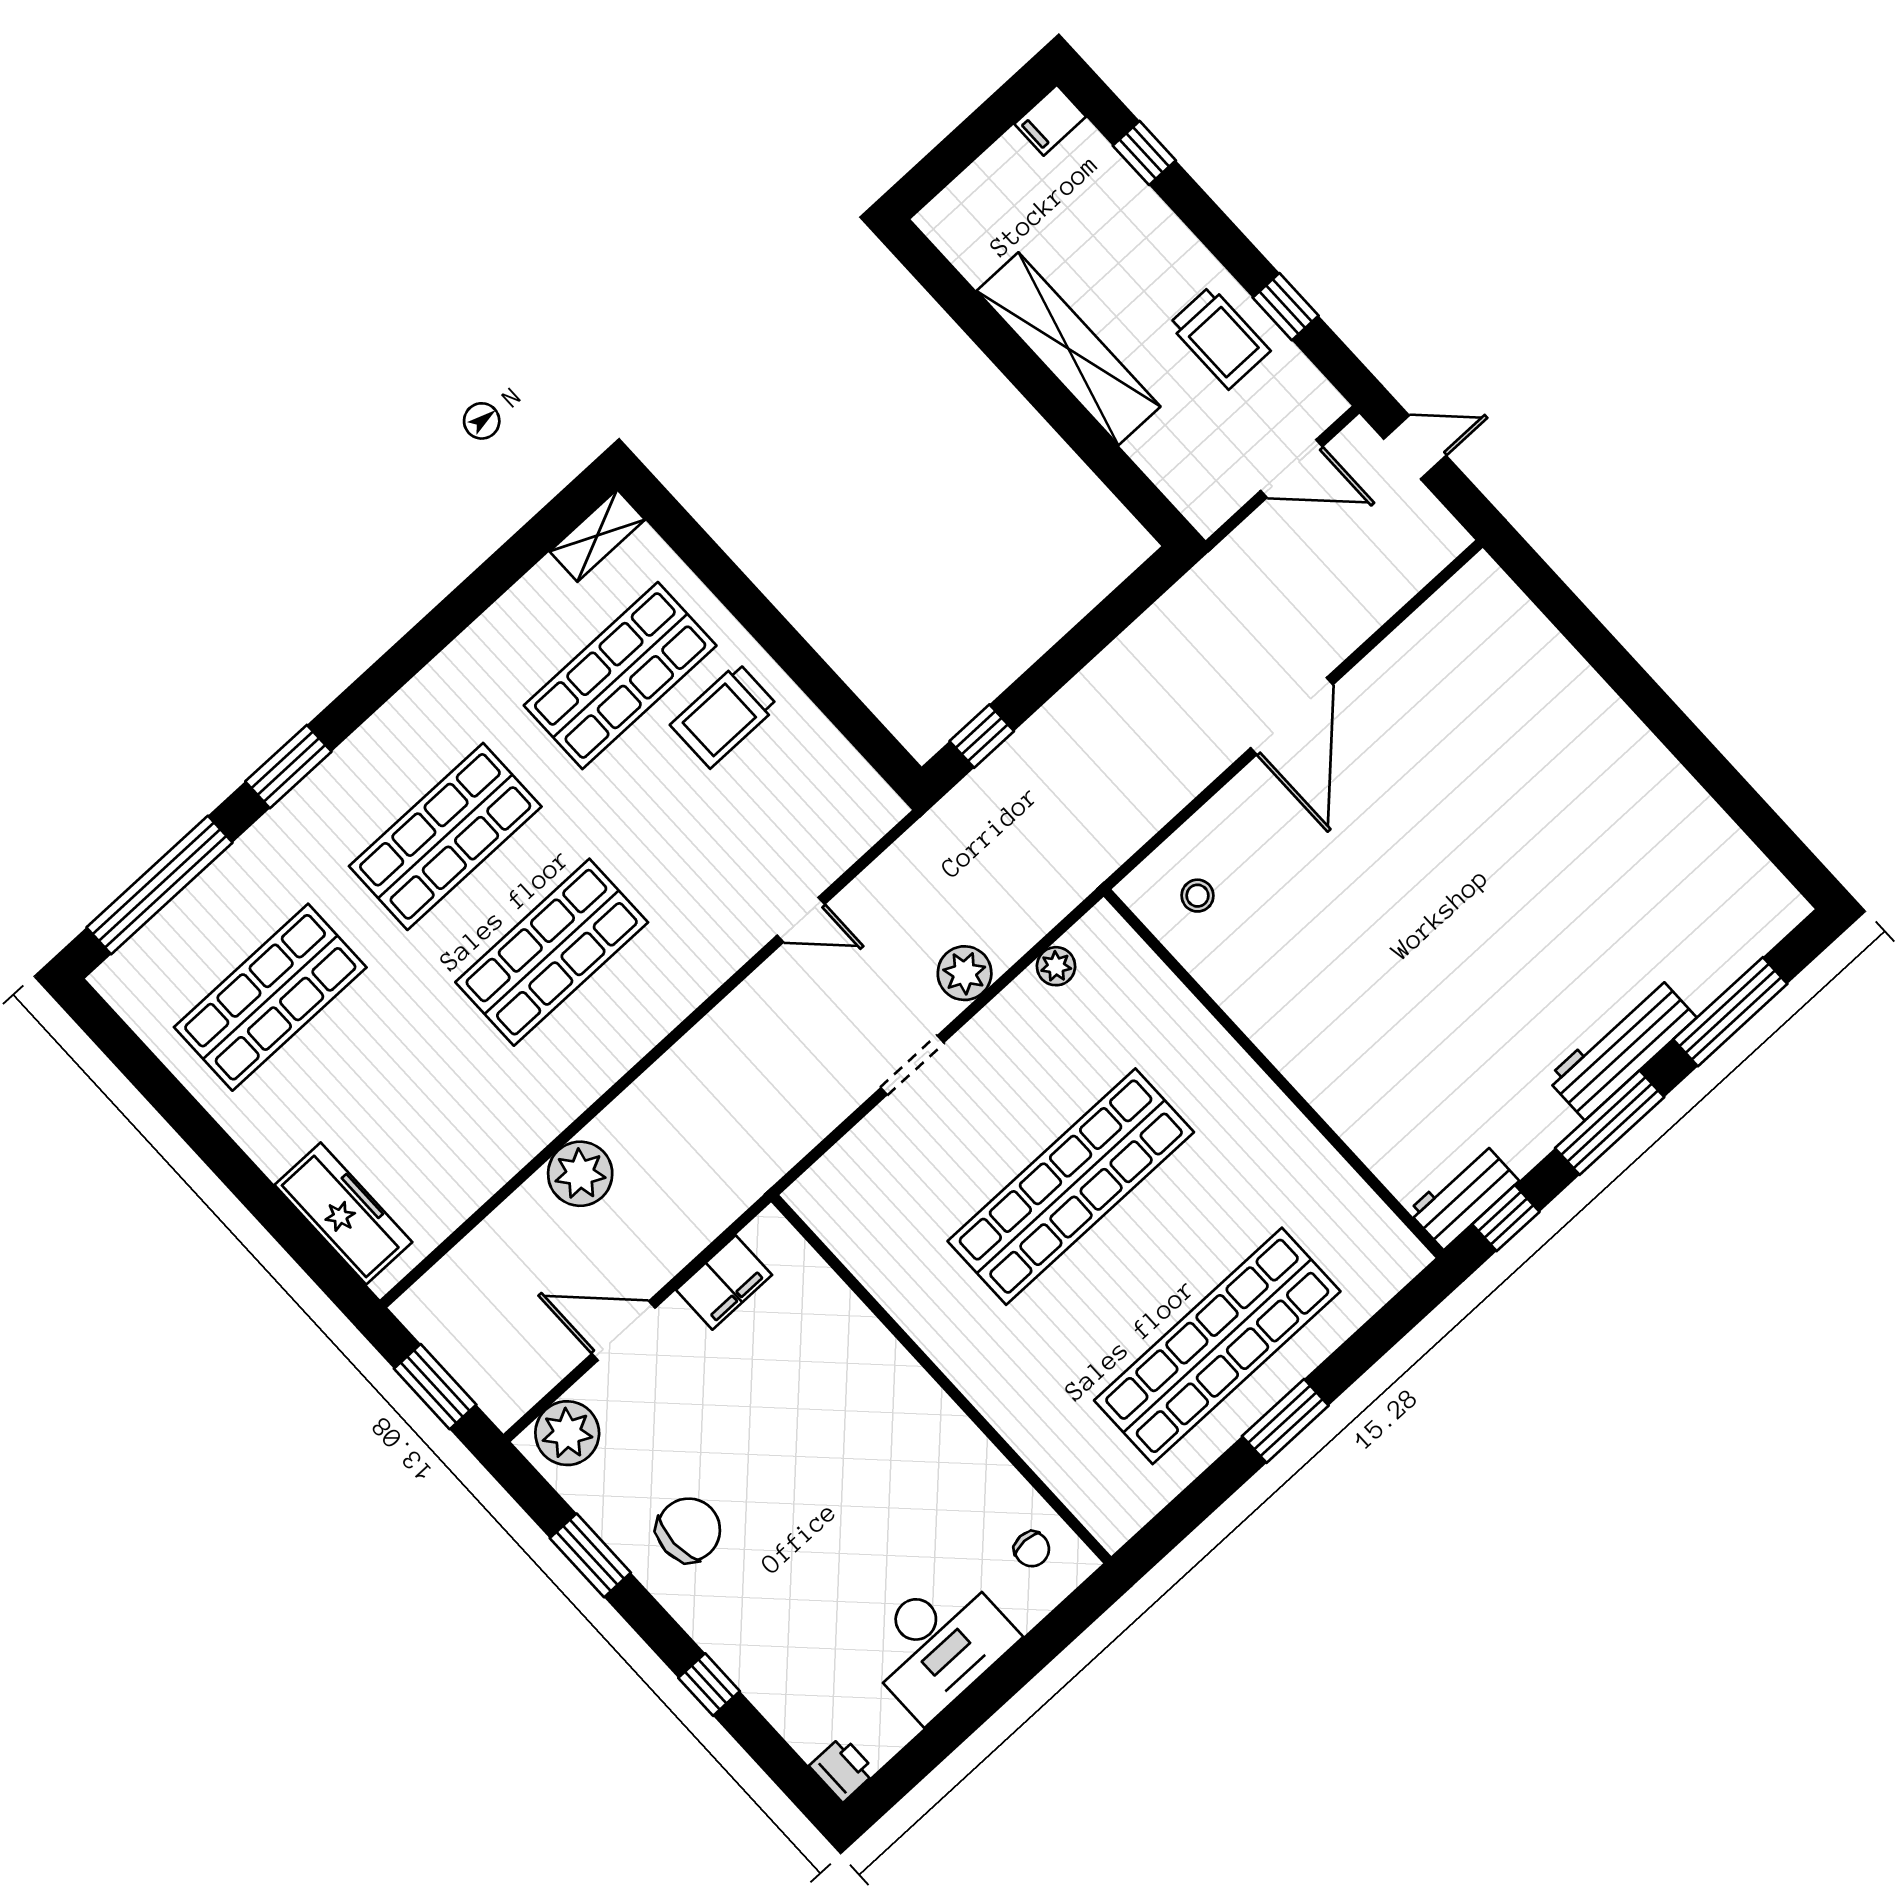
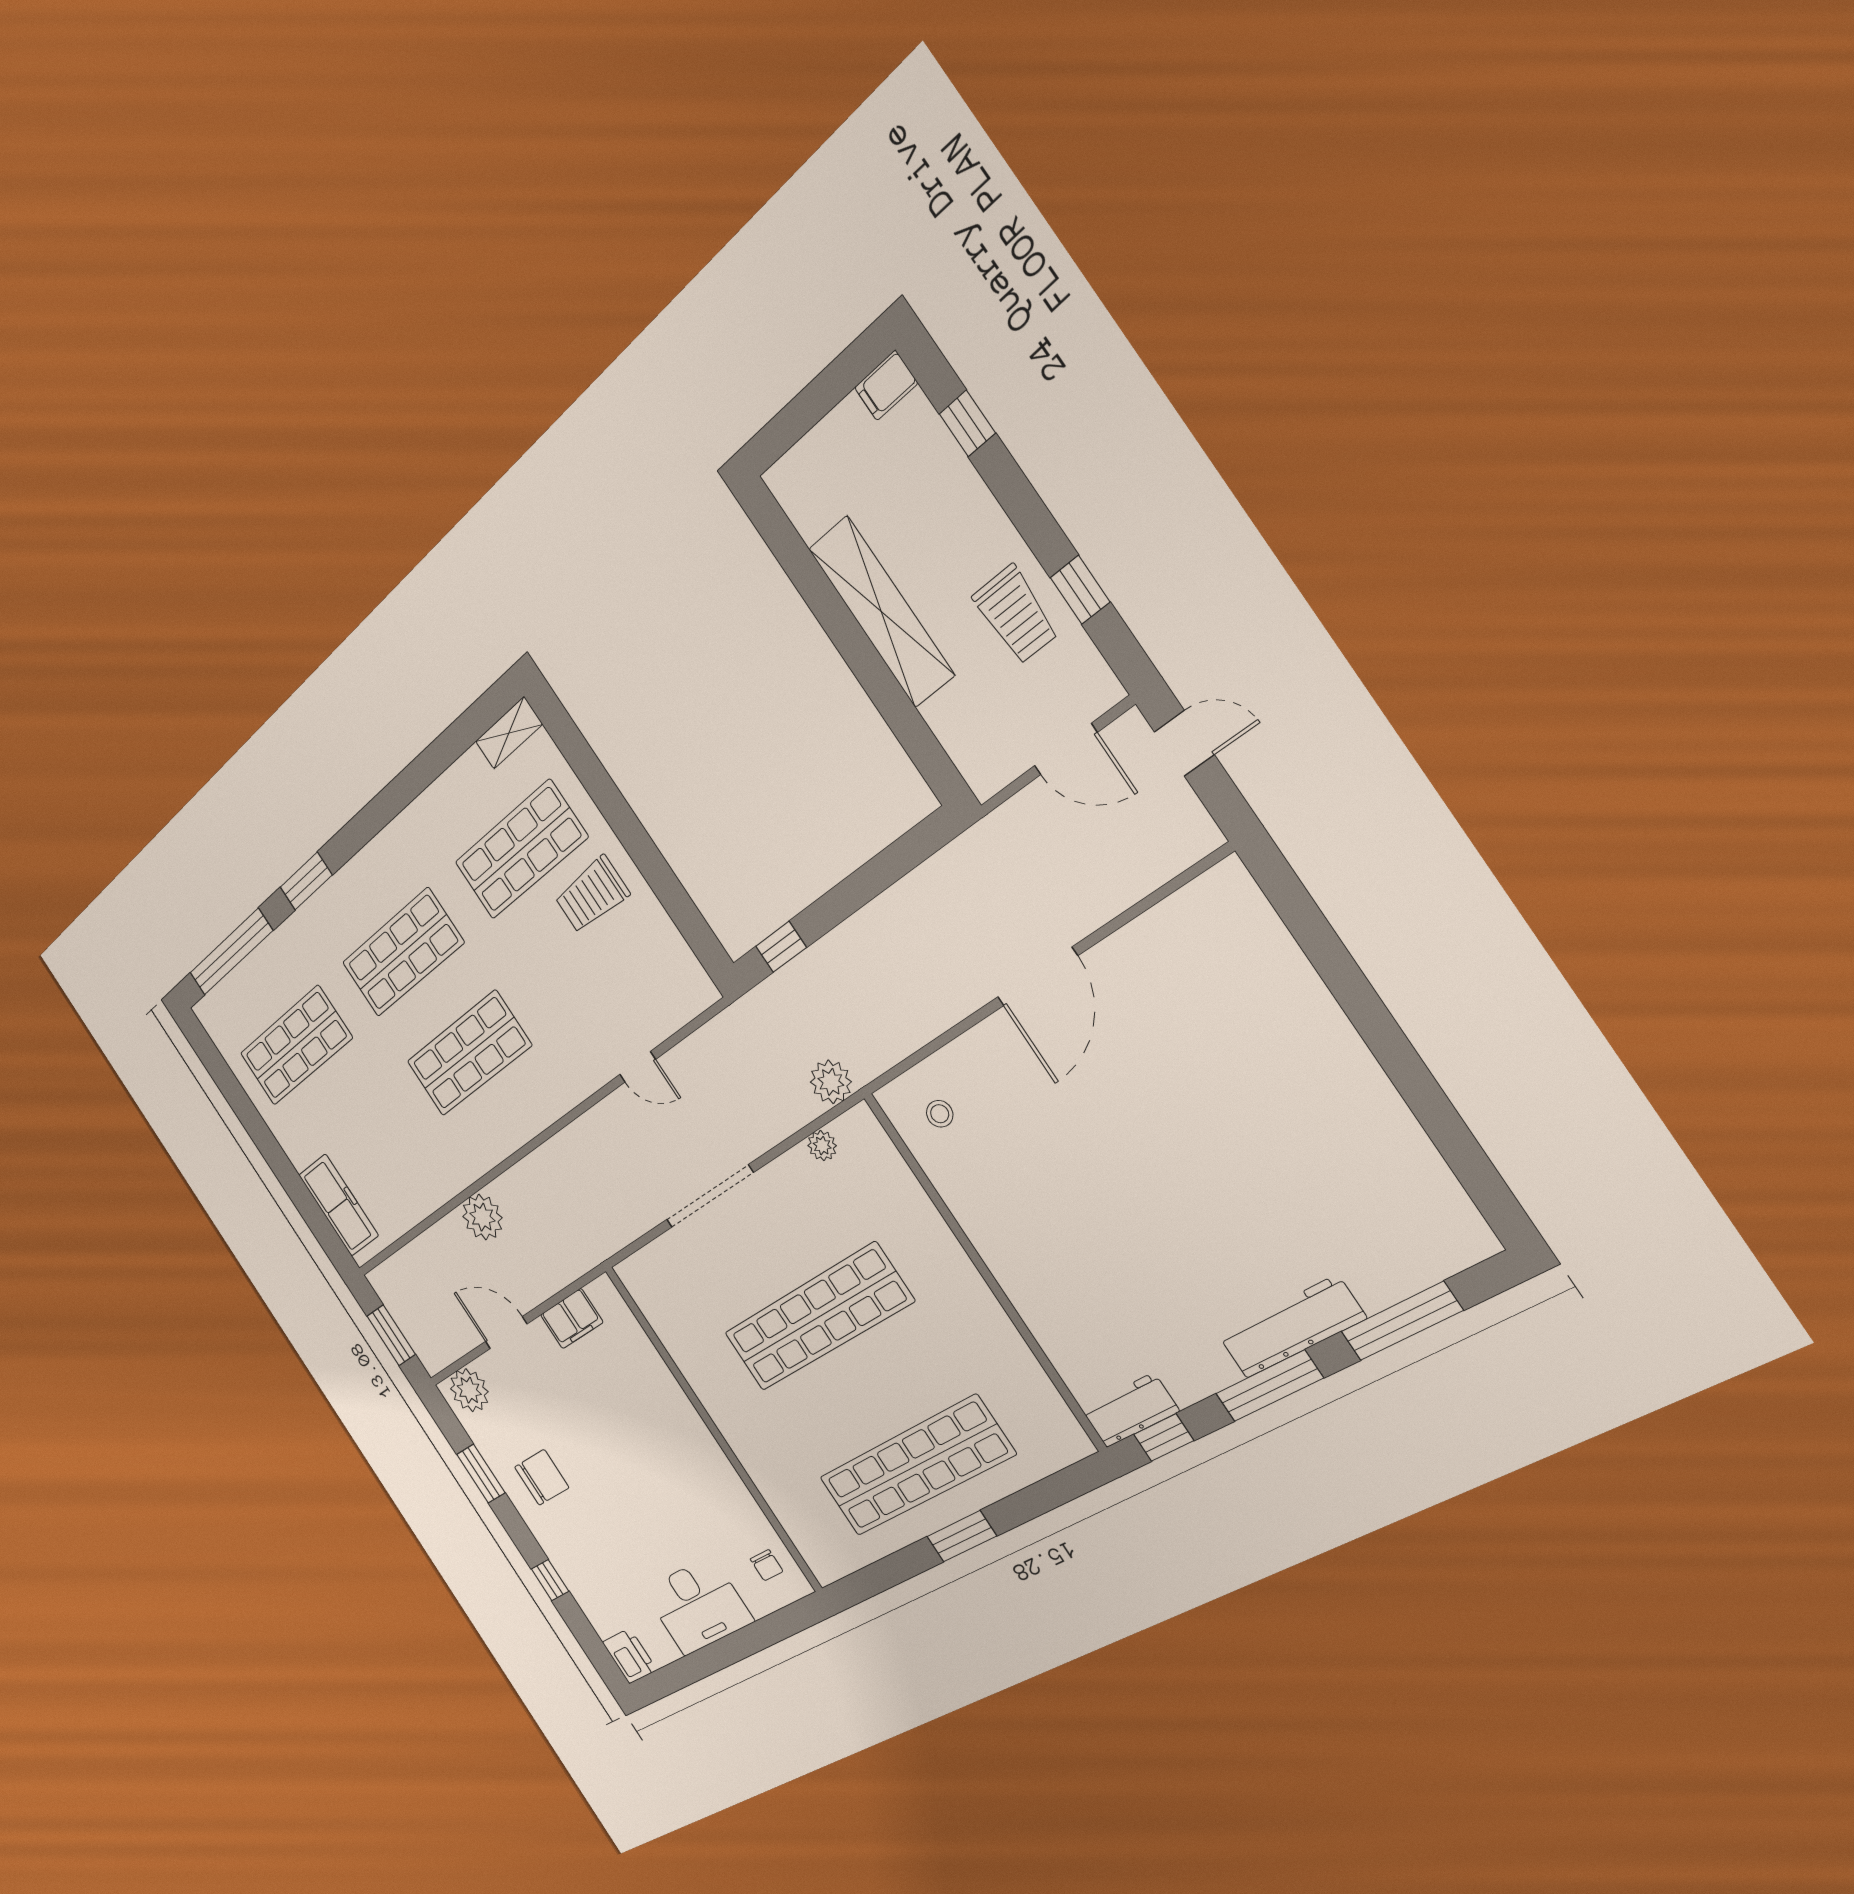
plant: (965, 973) -> (831, 1082), moved
doorway: (912, 1065) -> (710, 1196), width x1.88
printer: (843, 1769) -> (630, 1656), width x1.36, depth x1.24

